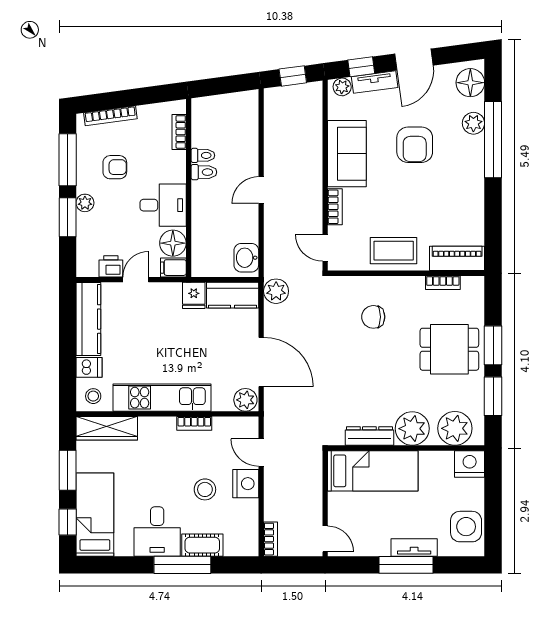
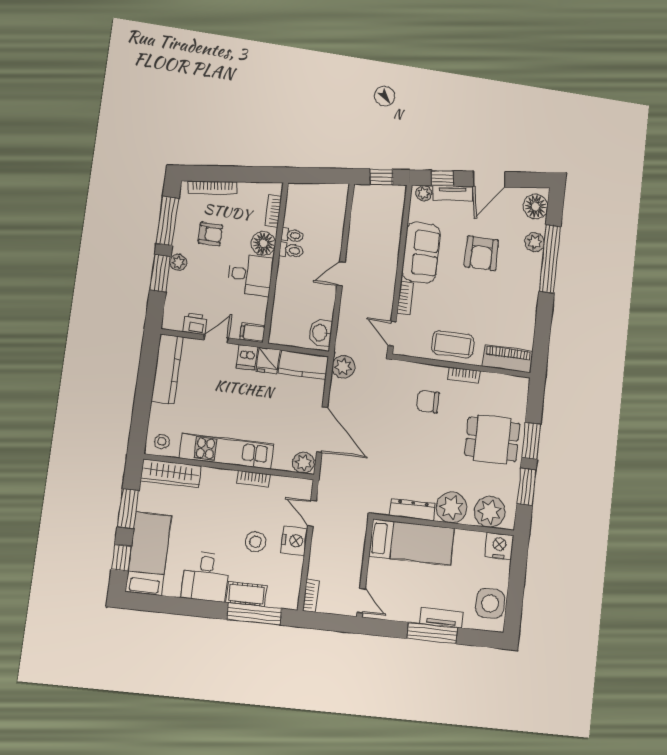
floor lamp: (173, 243) -> (263, 243), moved
bookcase: (443, 283) -> (464, 375), moved
dishwasher: (89, 367) -> (247, 357), moved, turned 90
window: (182, 565) -> (254, 614), moved

